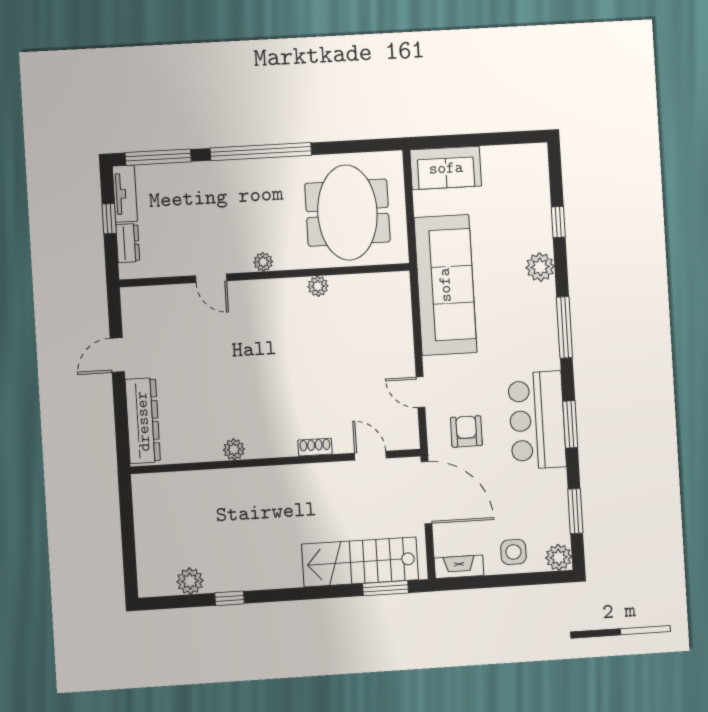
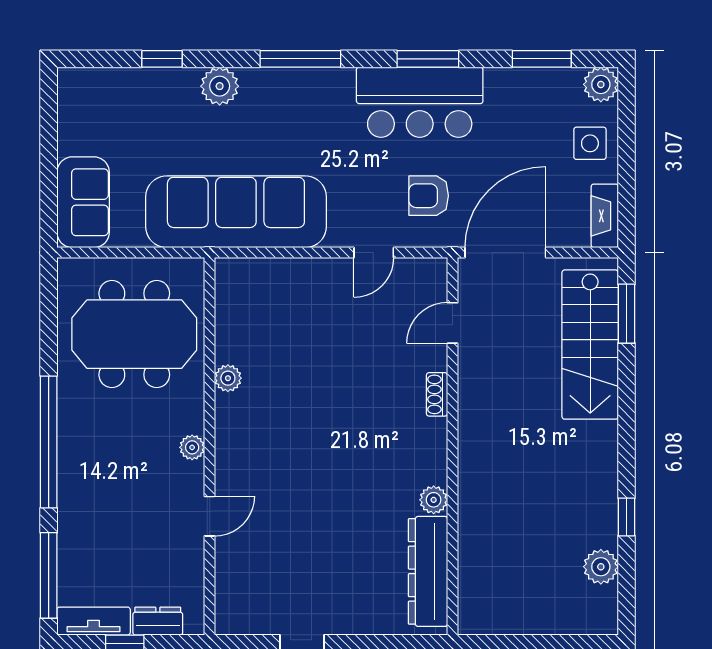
dresser: (143, 421) -> (428, 571), moved, turned -90

